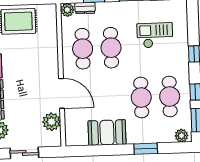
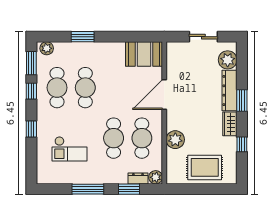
door: (61, 93) -> (164, 94), hinge flipped
plant: (51, 122) -> (175, 140), moved
booth: (107, 133) -> (144, 54), moved

